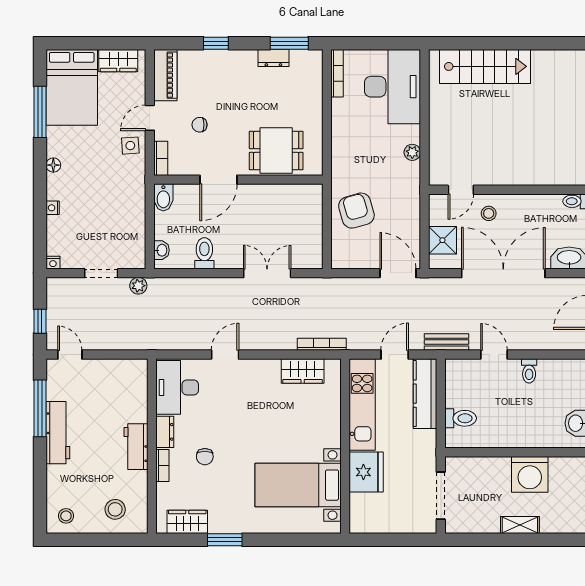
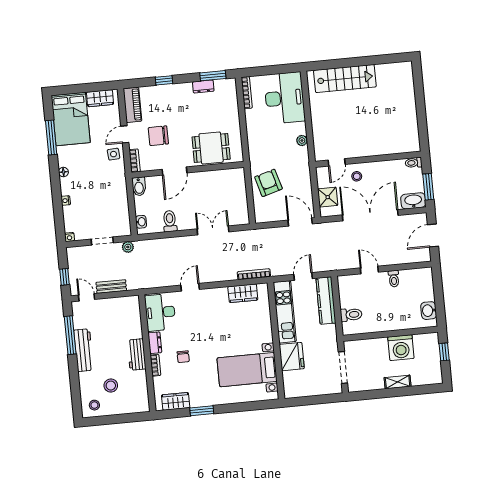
chair: (200, 125) -> (158, 136), width x1.87, depth x1.87
bench: (446, 342) -> (111, 286), moved
stool: (115, 509) -> (111, 386), moved

